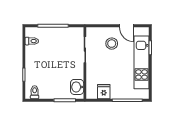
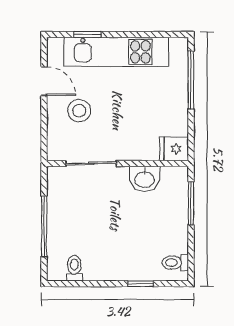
door: (127, 26) -> (44, 81), hinge flipped
washbasin: (77, 87) -> (145, 179), moved
fridge: (104, 92) -> (174, 149), moved

